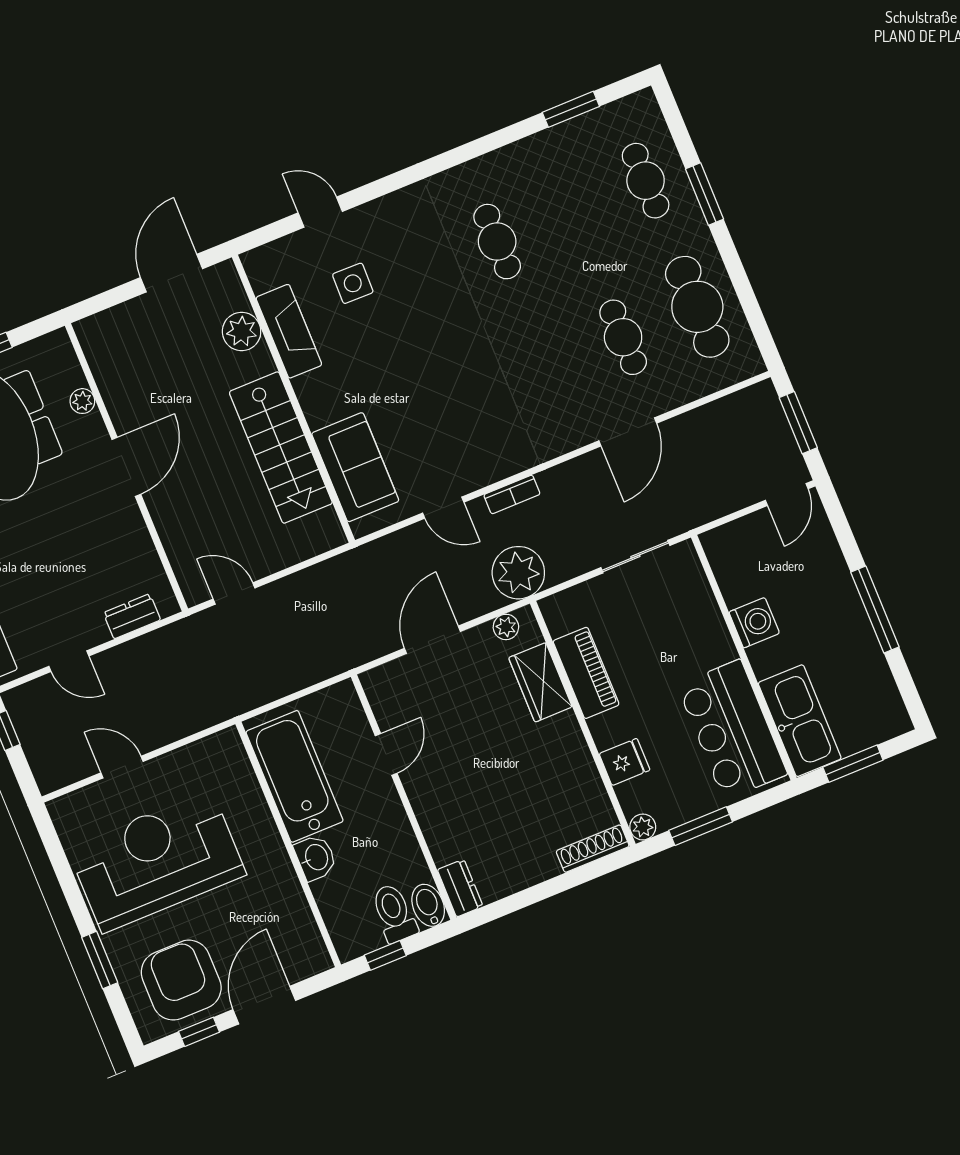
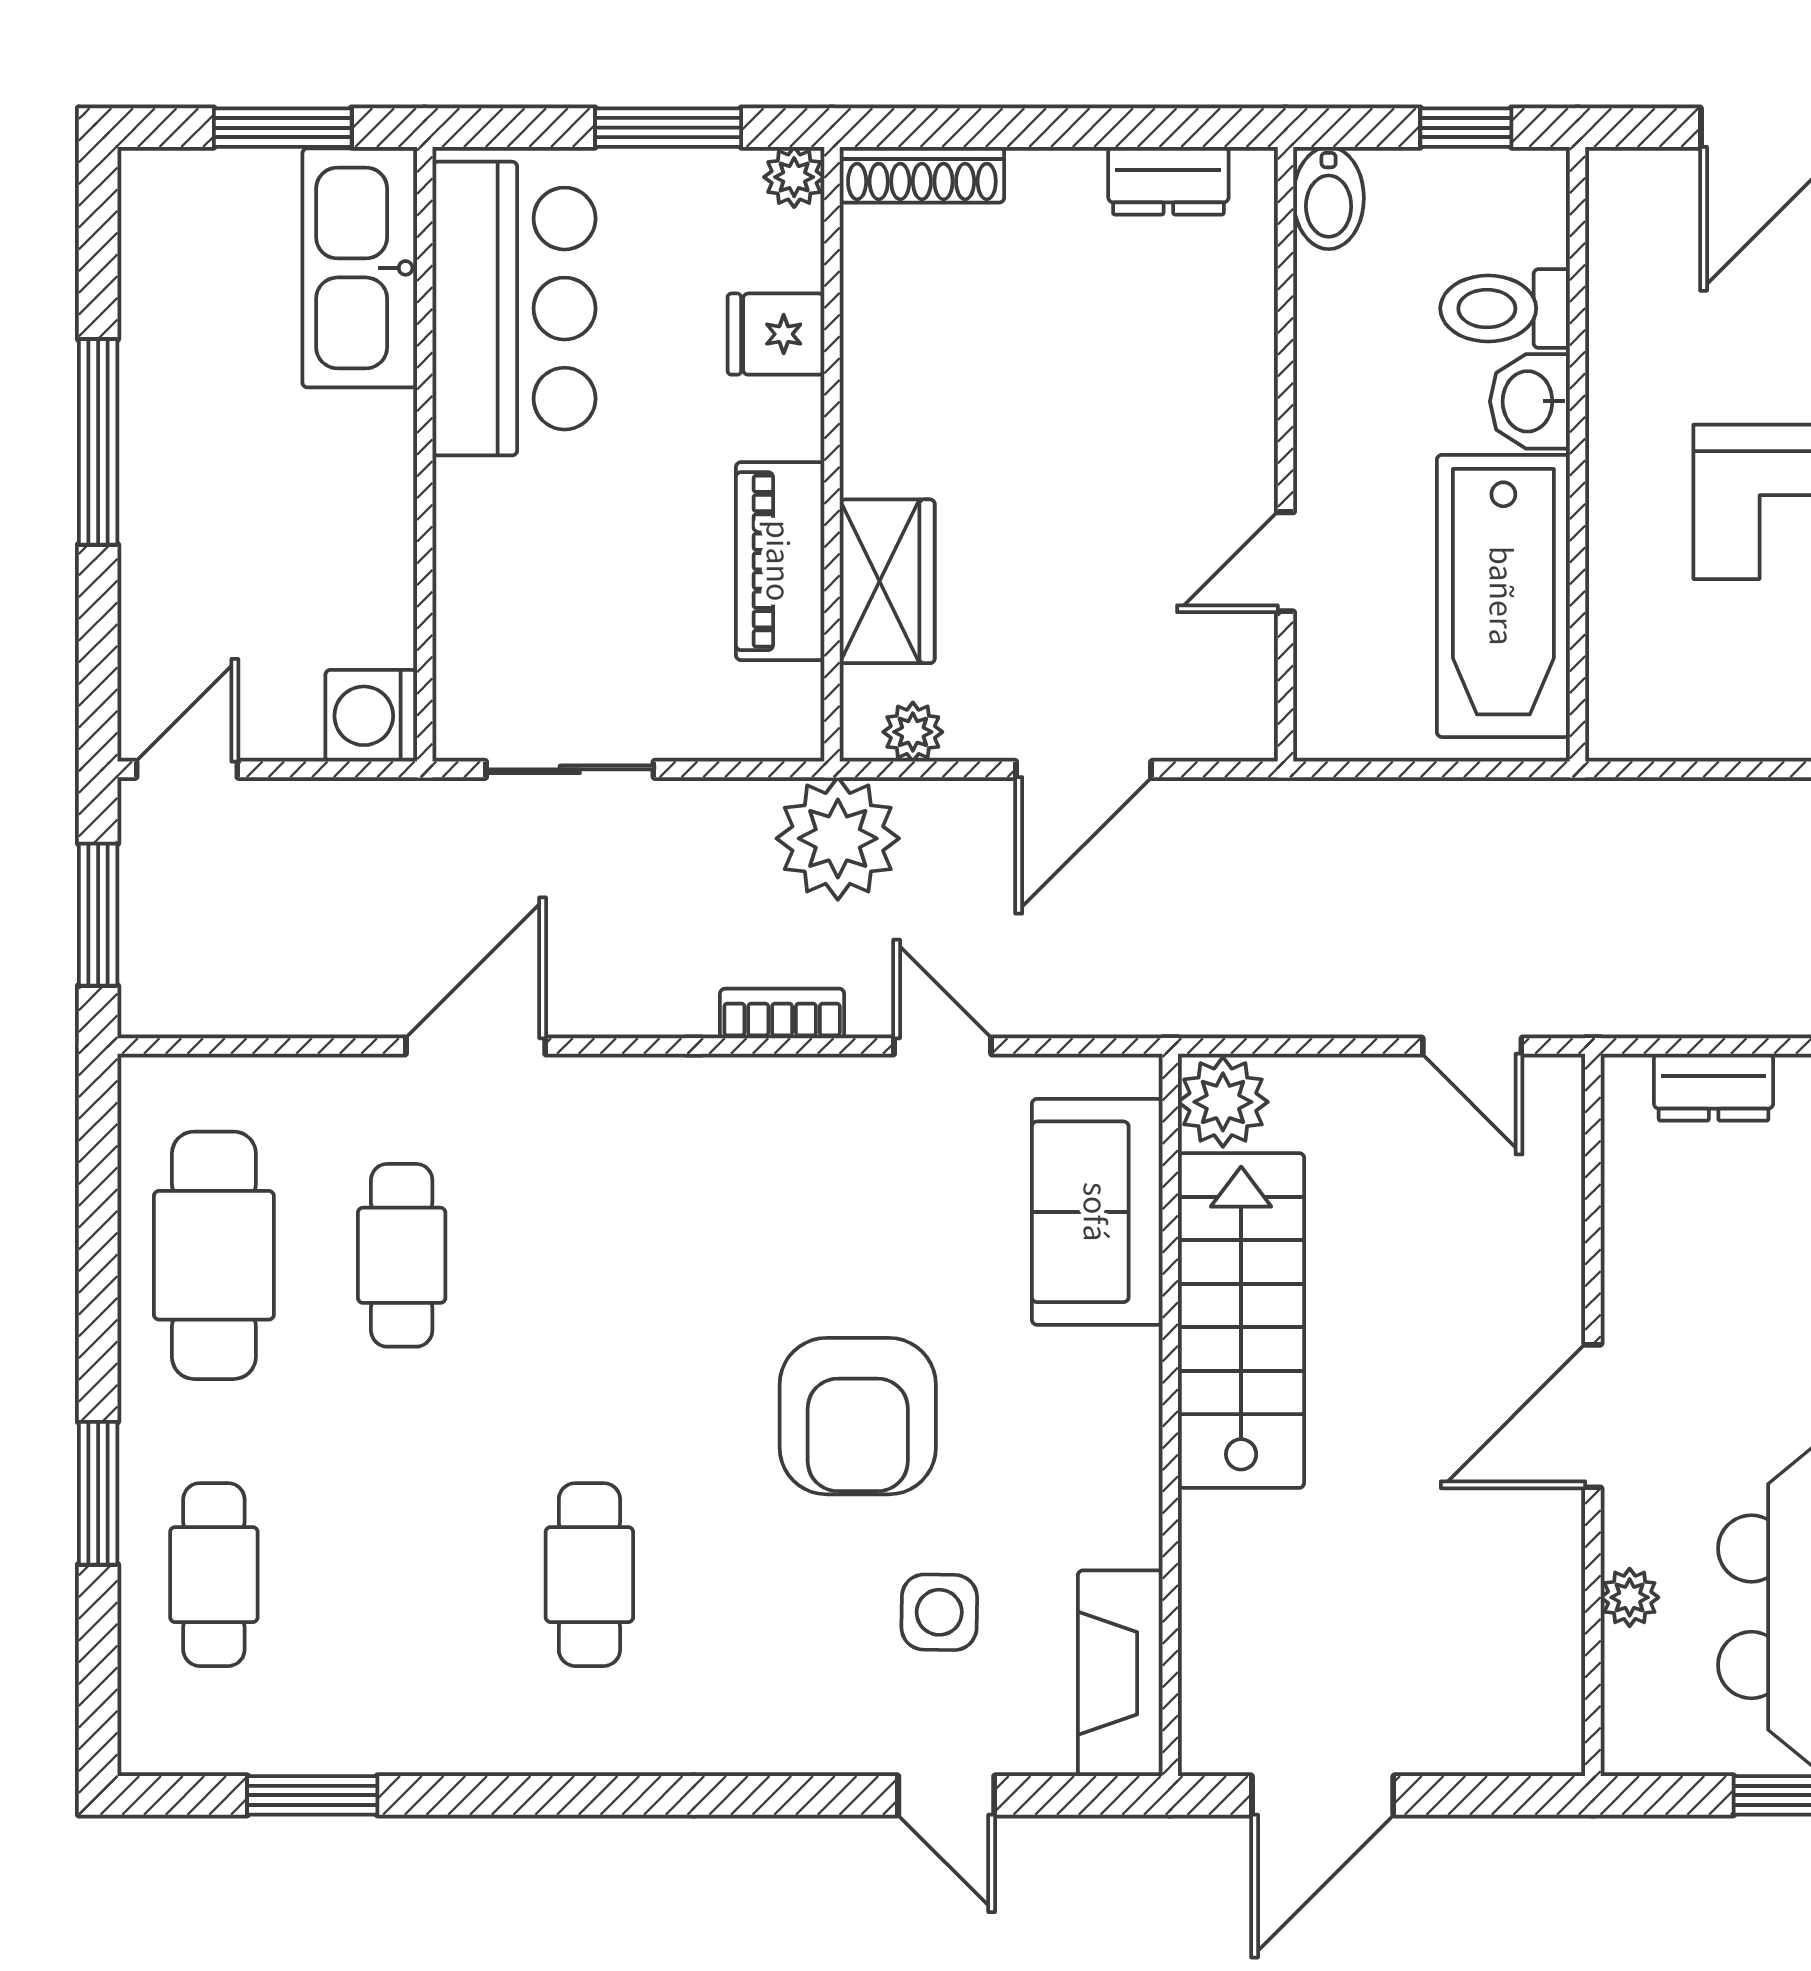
plant: (242, 331) -> (1223, 1102), moved
fireplace: (289, 331) -> (1120, 1673), moved
armchair: (417, 348) -> (858, 1416), added
washing machine: (754, 623) -> (371, 716), moved
dresser: (460, 888) -> (1168, 181), moved, turned -90
toilet: (394, 913) -> (1505, 309), moved, turned 90

